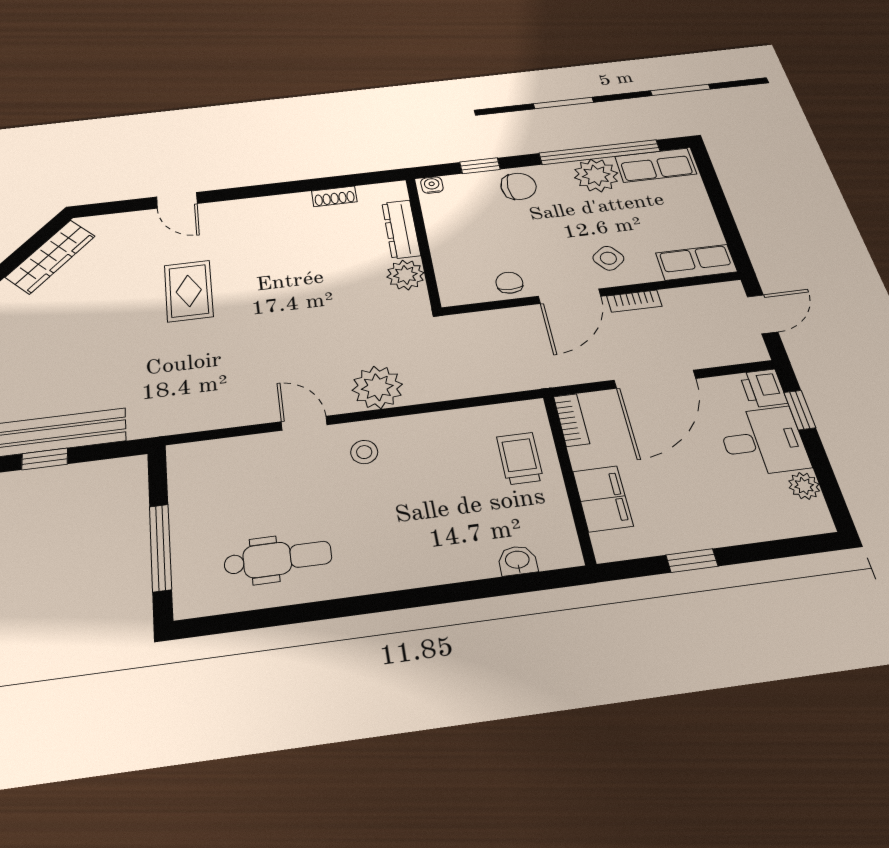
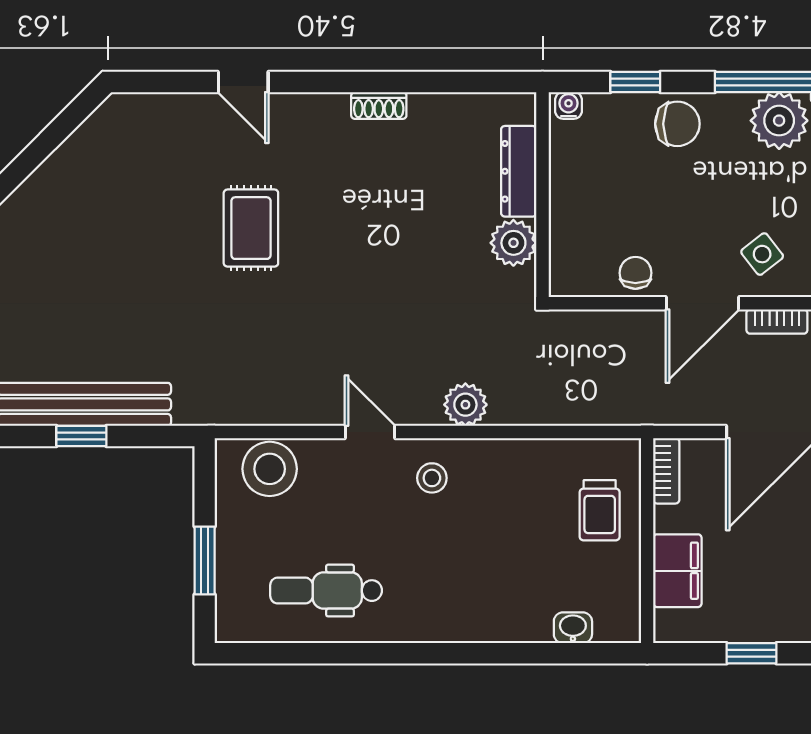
shoe rack: (334, 196) -> (379, 105), moved
wardrobe: (50, 257) -> (84, 150), removed
plant: (377, 387) -> (465, 405), width x0.73, depth x0.73
trolley: (520, 458) -> (600, 510), turned 180
stool: (217, 463) -> (270, 469), added
window: (160, 547) -> (205, 560), width x0.69
dental chair: (278, 559) -> (326, 591), turned 180

